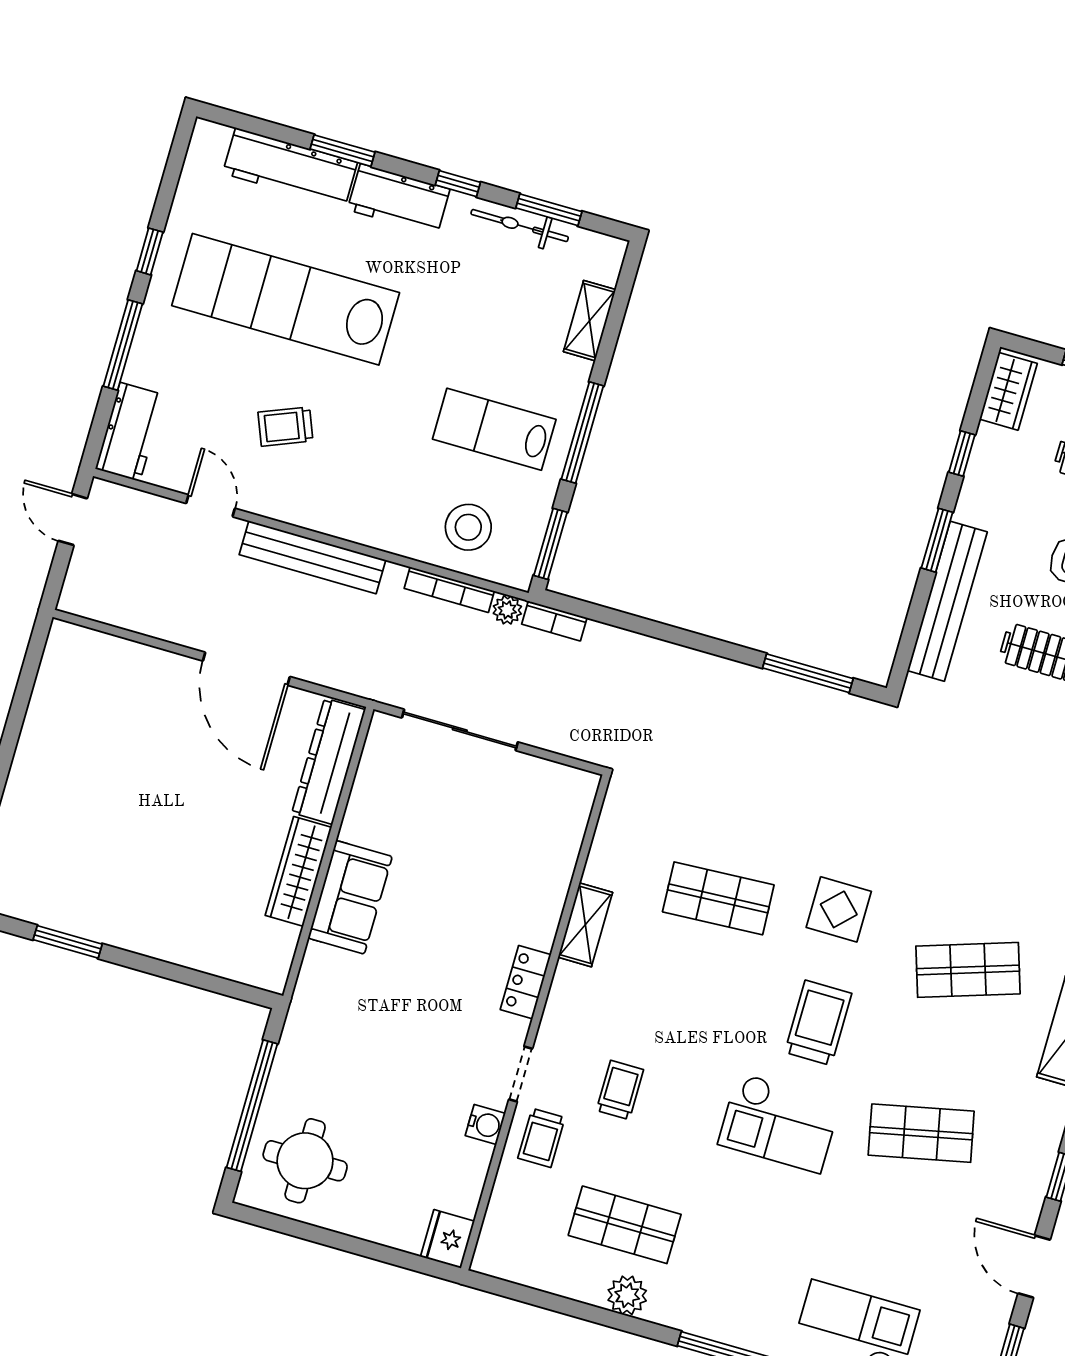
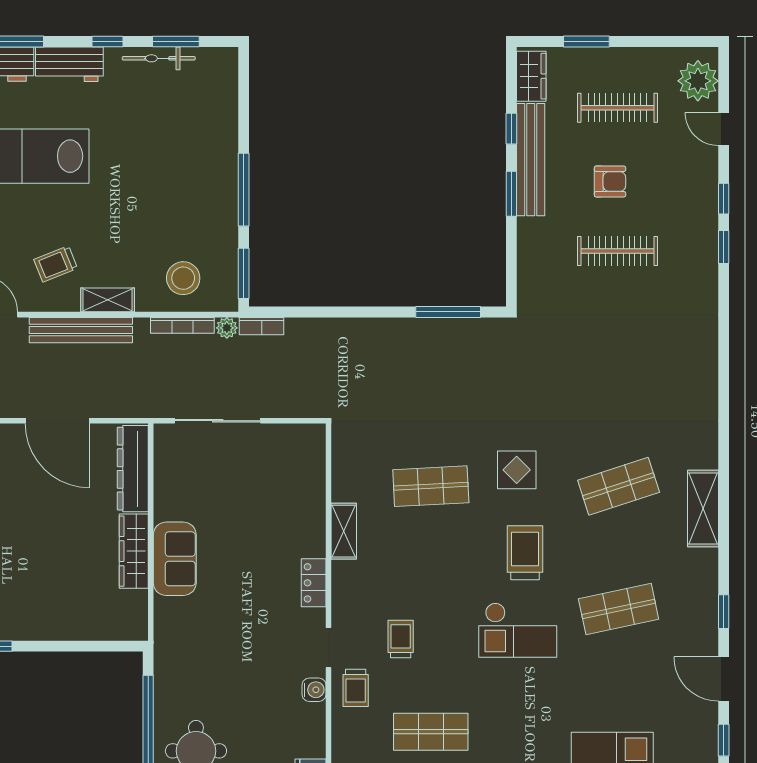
shelving: (590, 321) -> (108, 300), moved, turned 90
trolley: (285, 427) -> (56, 264), moved
lab bench: (494, 429) -> (182, 205), removed
bench: (947, 601) -> (531, 160), moved

